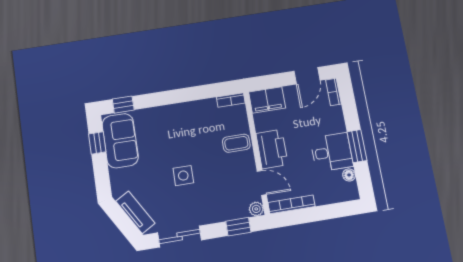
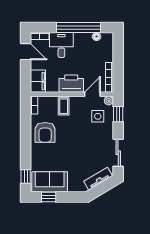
armchair: (193, 122) -> (45, 132), added
window: (357, 146) -> (78, 28), width x2.11
desk: (332, 152) -> (61, 45), moved
side table: (183, 176) -> (98, 116), moved

